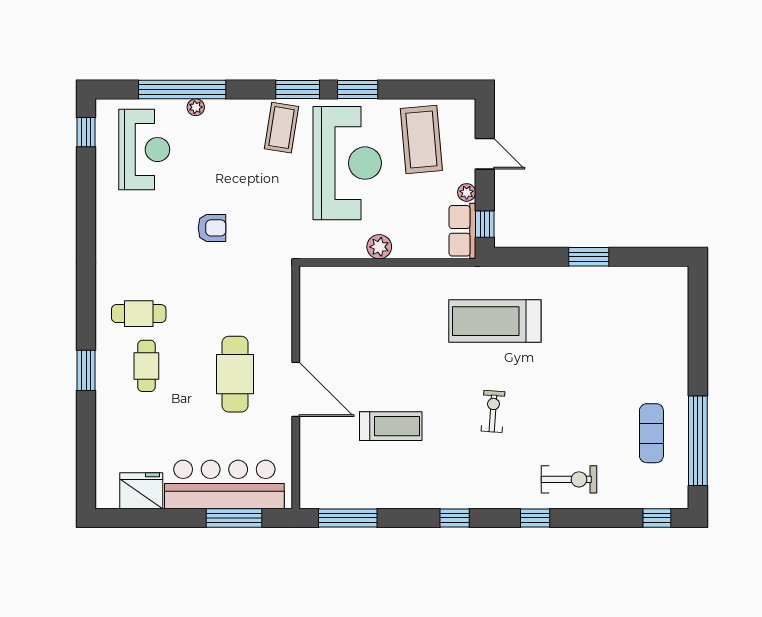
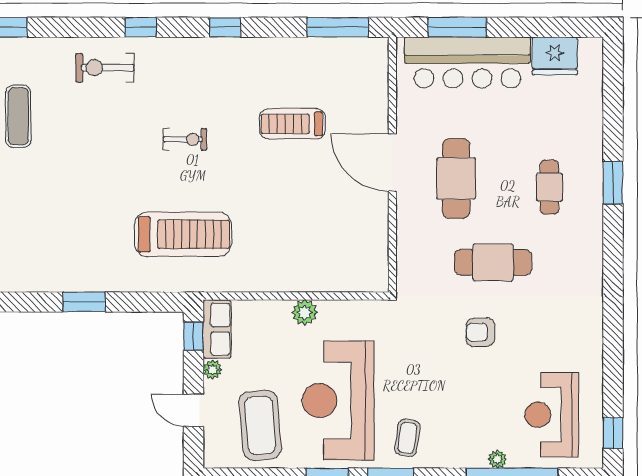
coffee table: (282, 128) -> (407, 438), width x0.73, depth x0.77
cafe table: (139, 314) -> (493, 262), moved, width x1.37, depth x1.35
exercise bike: (493, 411) -> (185, 139), turned -94

